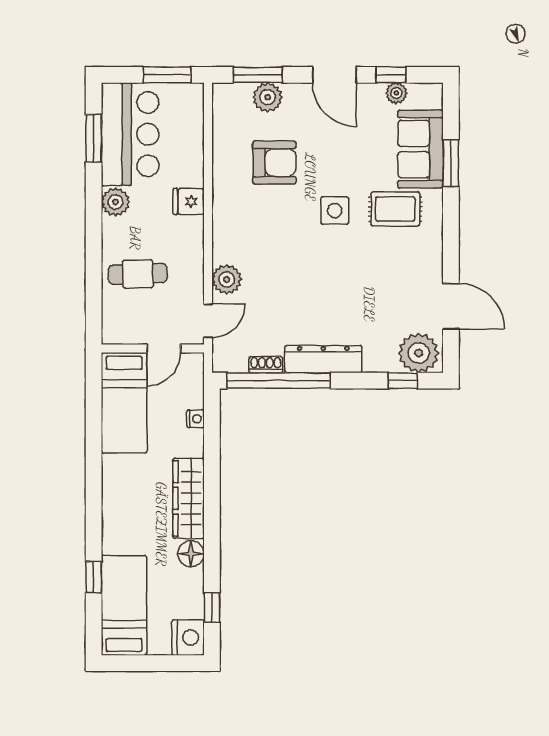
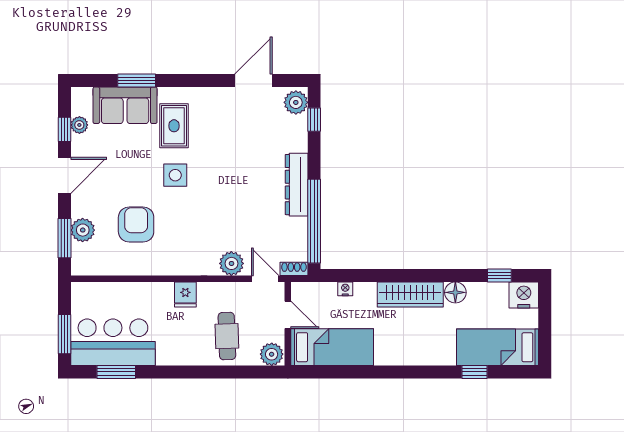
window: (167, 75) -> (64, 334), moved
fridge: (189, 201) -> (185, 294), moved
plant: (115, 202) -> (272, 354), moved
plant: (419, 353) -> (296, 102), width x0.73, depth x0.73
shoe rack: (266, 365) -> (294, 269), moved, turned 90

